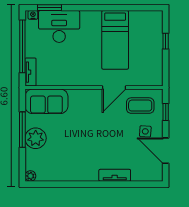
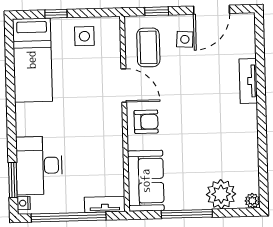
bed: (115, 40) -> (32, 60), moved, turned 90
side table: (149, 61) -> (84, 36), added
armchair: (88, 103) -> (146, 122), added
plant: (36, 138) -> (221, 194), moved

